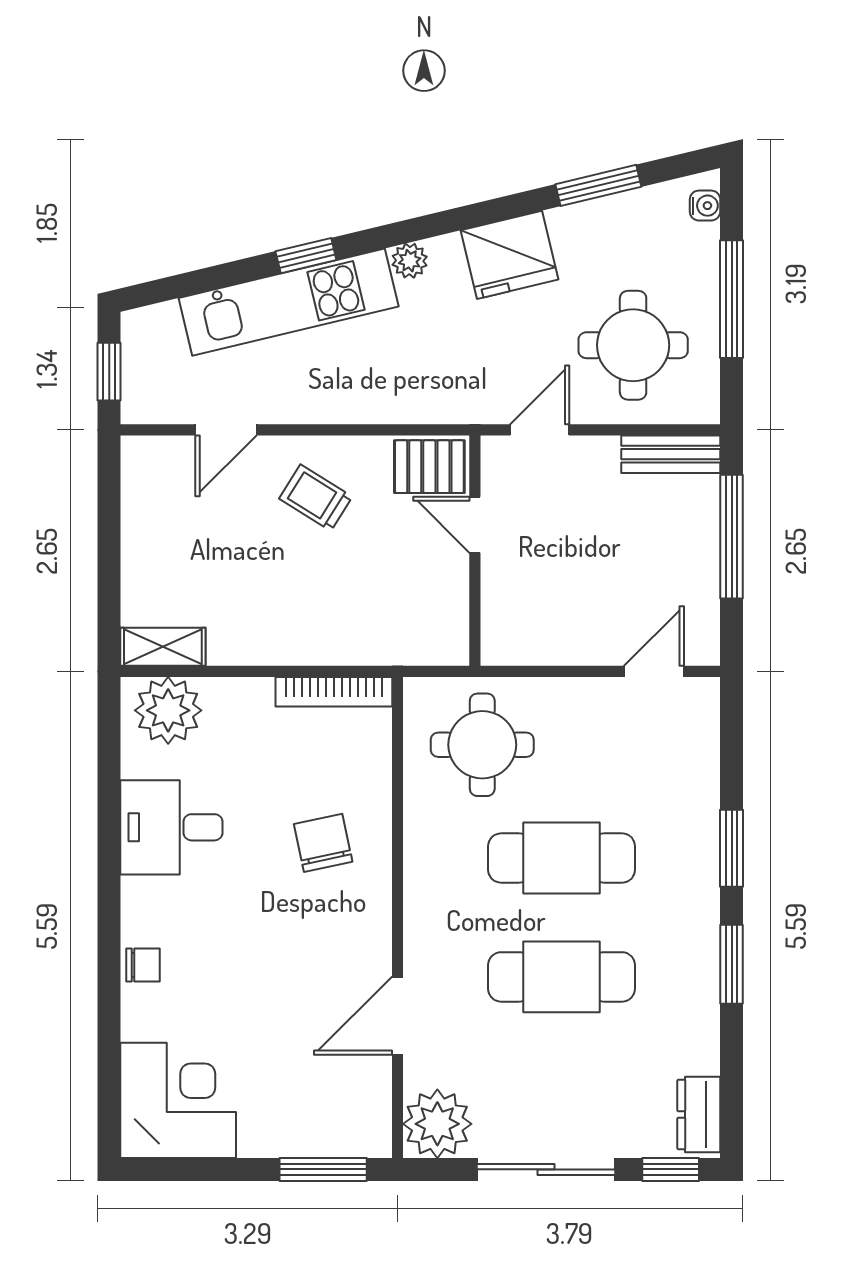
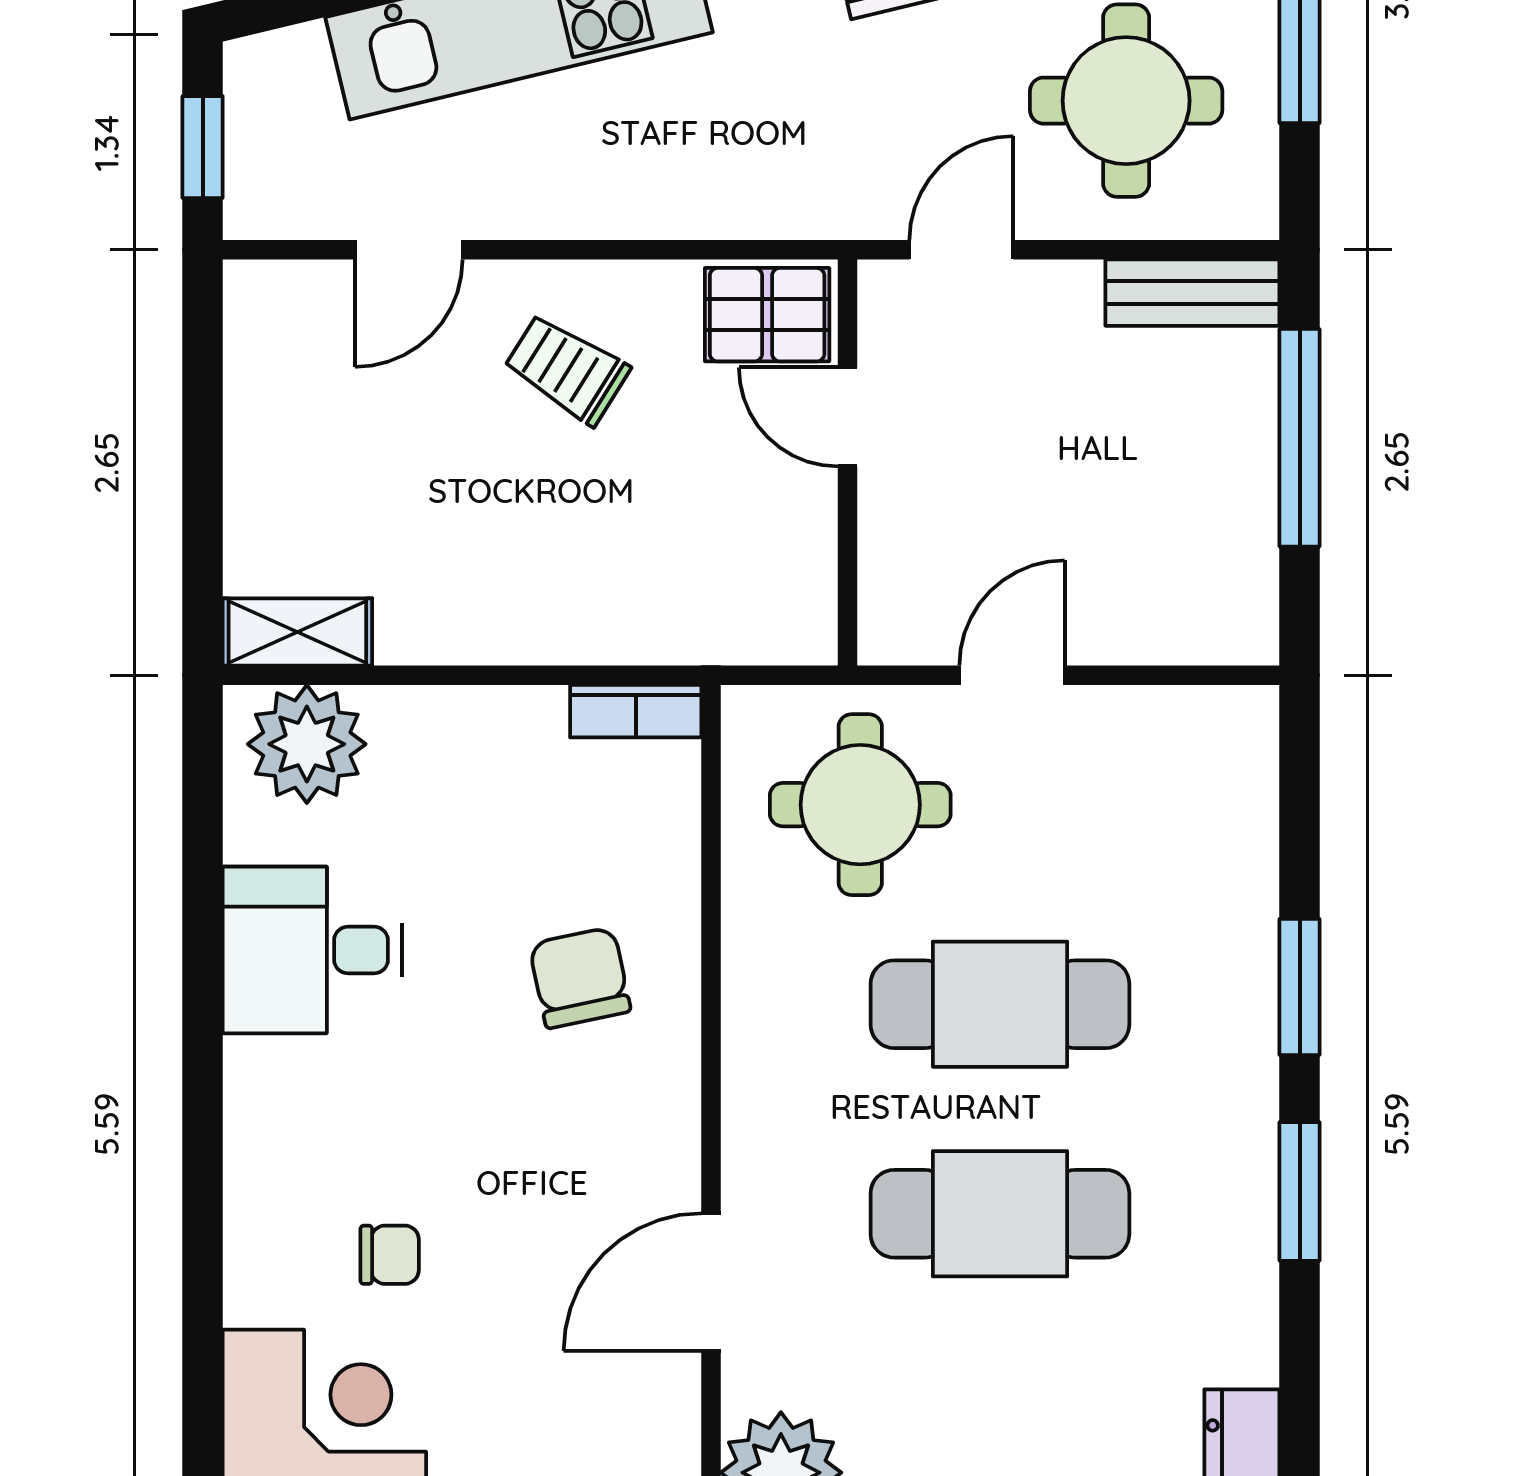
door: (654, 671) -> (1012, 675), moved
bookcase: (334, 692) -> (636, 711), width x0.64
chair: (143, 965) -> (390, 1255), moved

